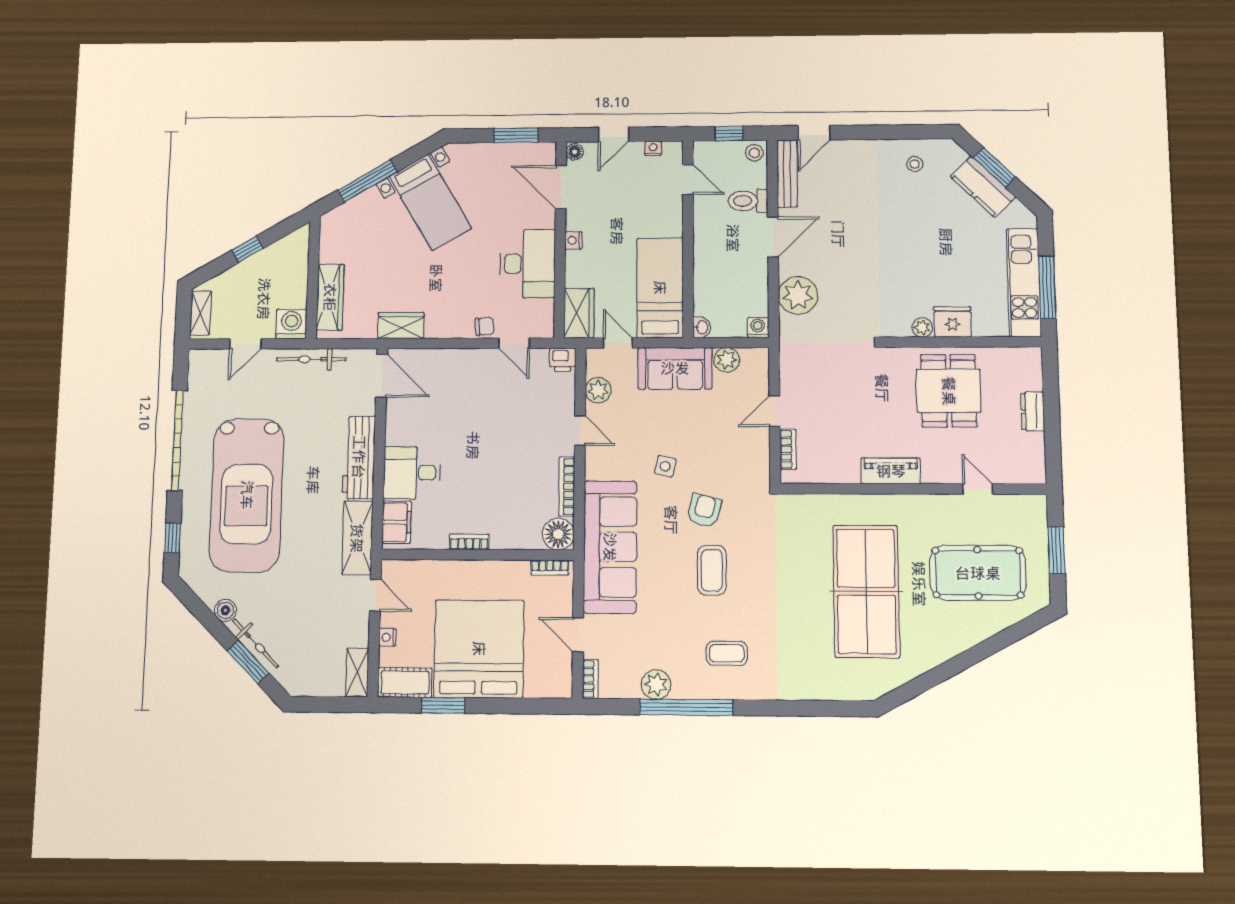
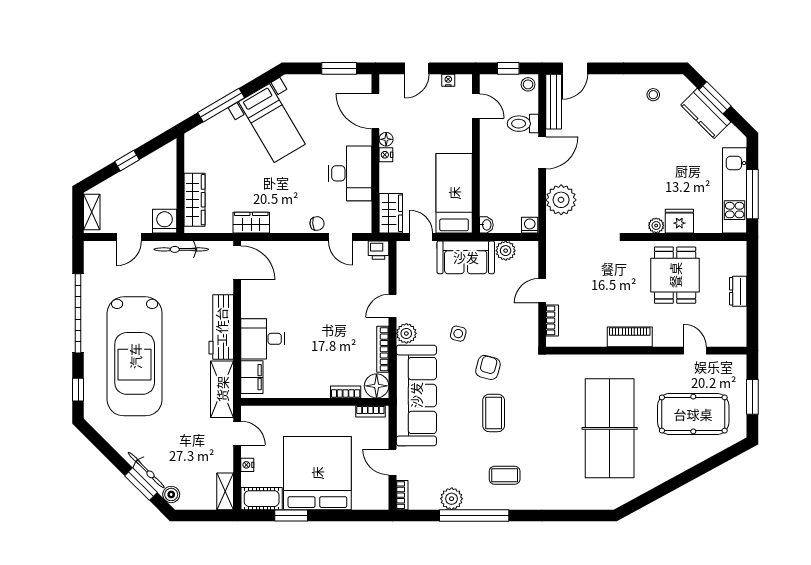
floor lamp: (575, 152) -> (386, 139), moved
plant: (598, 390) -> (406, 333), moved
door: (580, 431) -> (392, 306), swing flipped
bookcase: (469, 542) -> (346, 392), moved
boiler: (225, 610) -> (171, 494), moved

